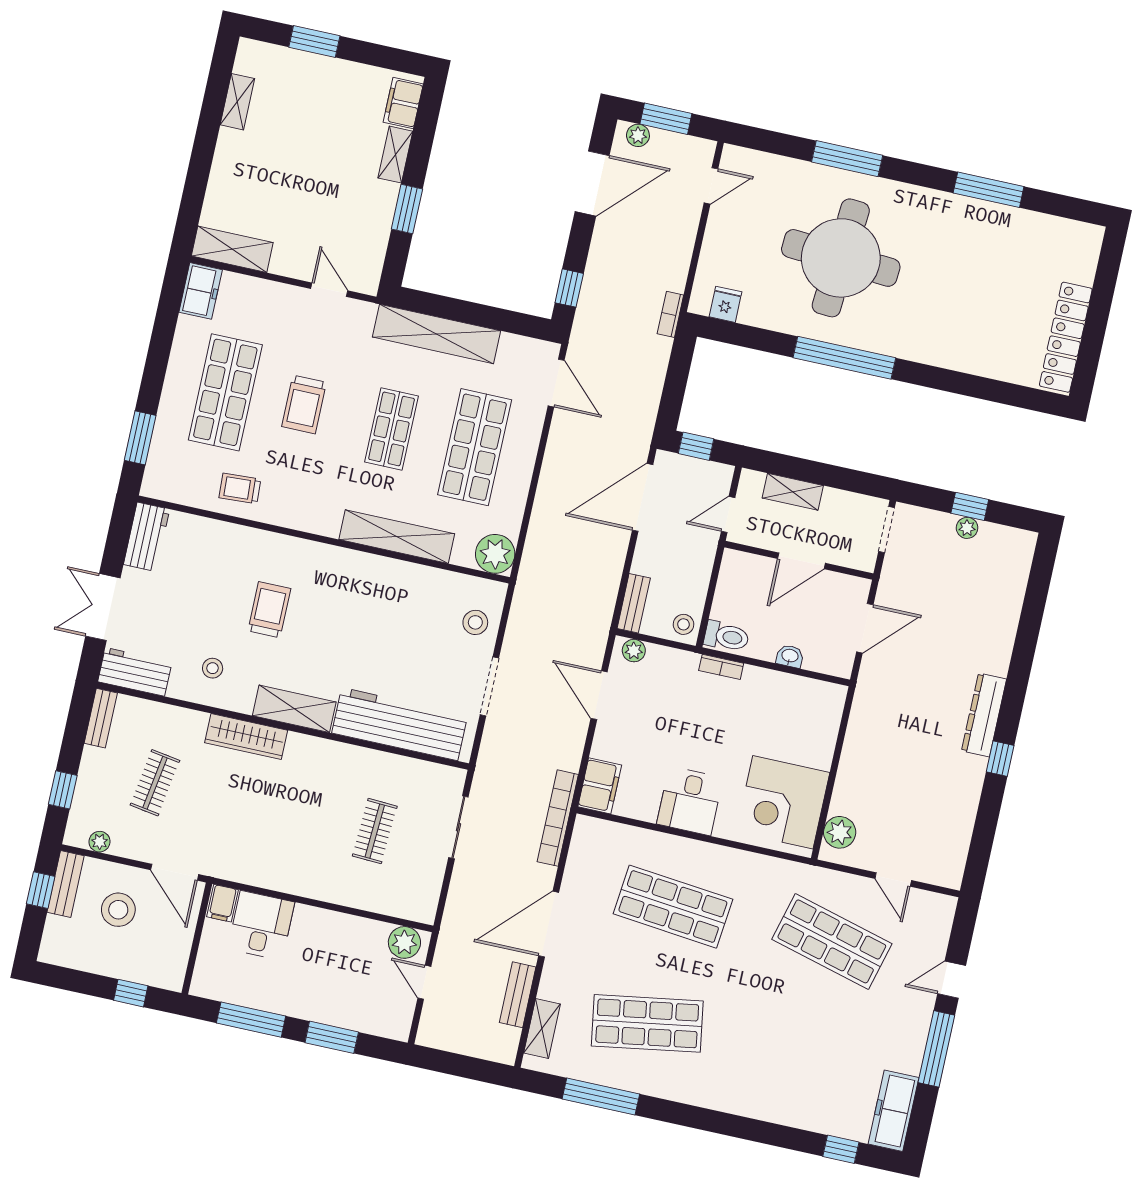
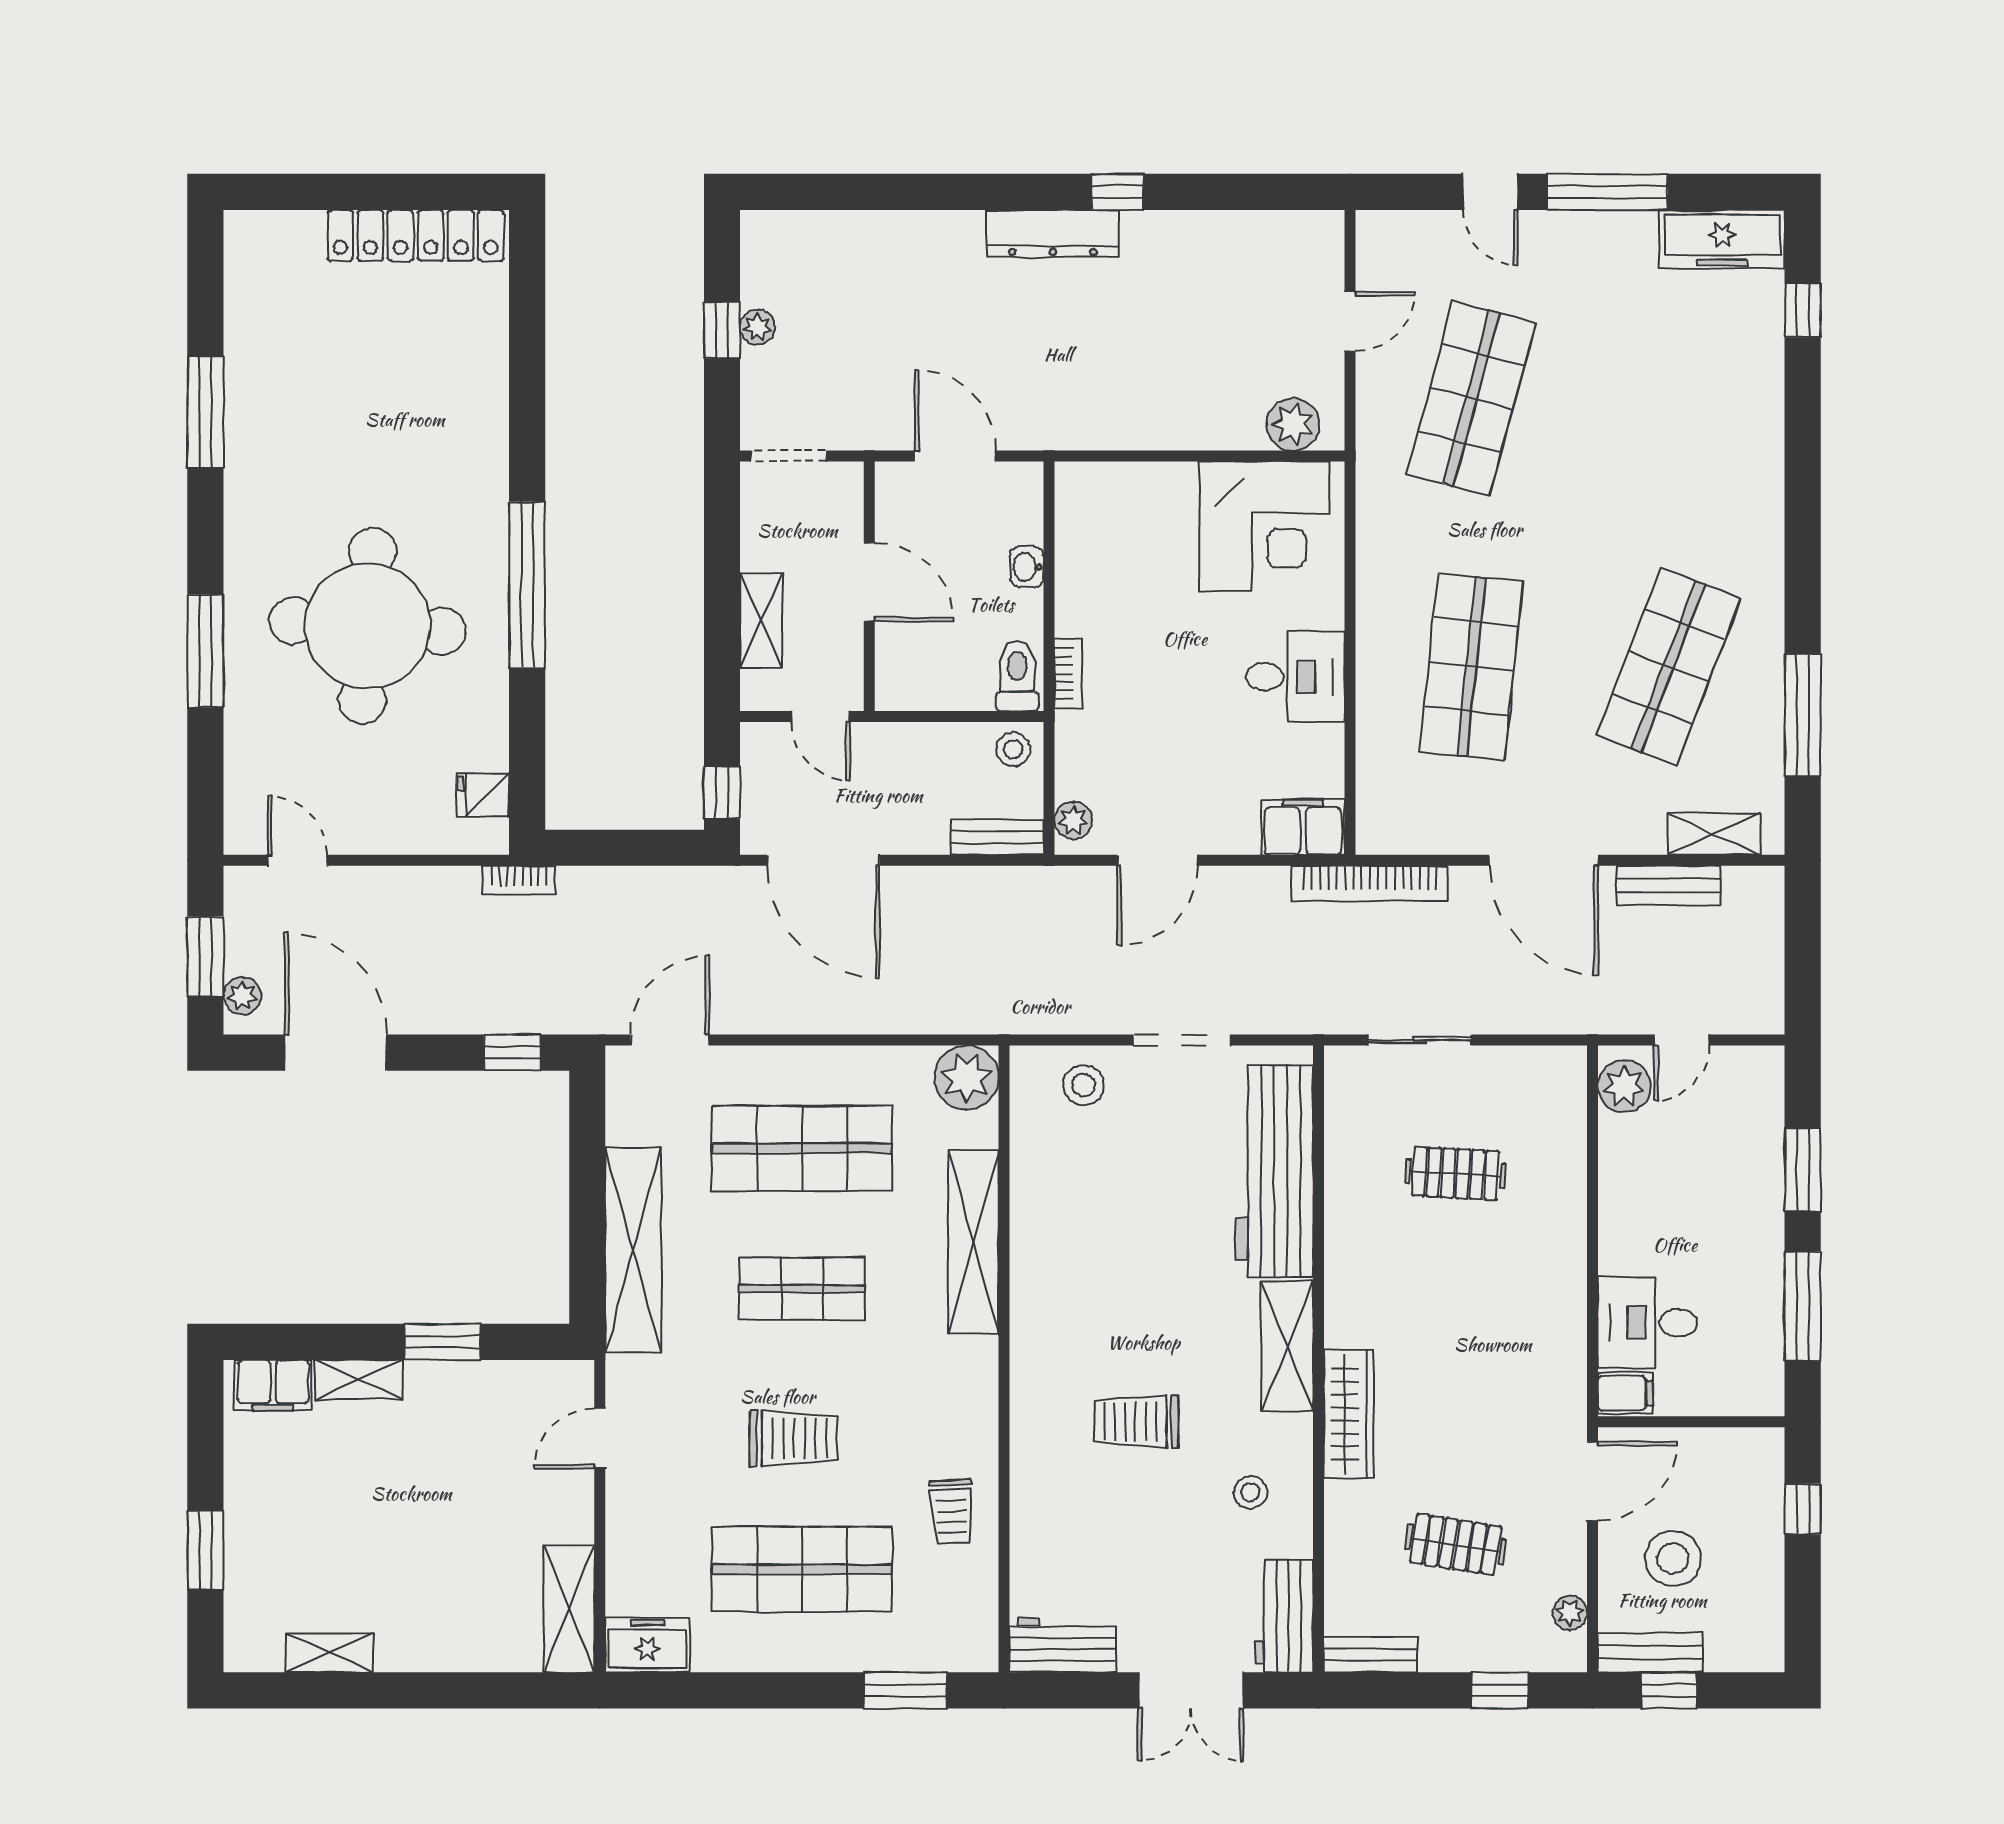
shop shelf: (647, 1023) -> (1669, 667), turned 30

